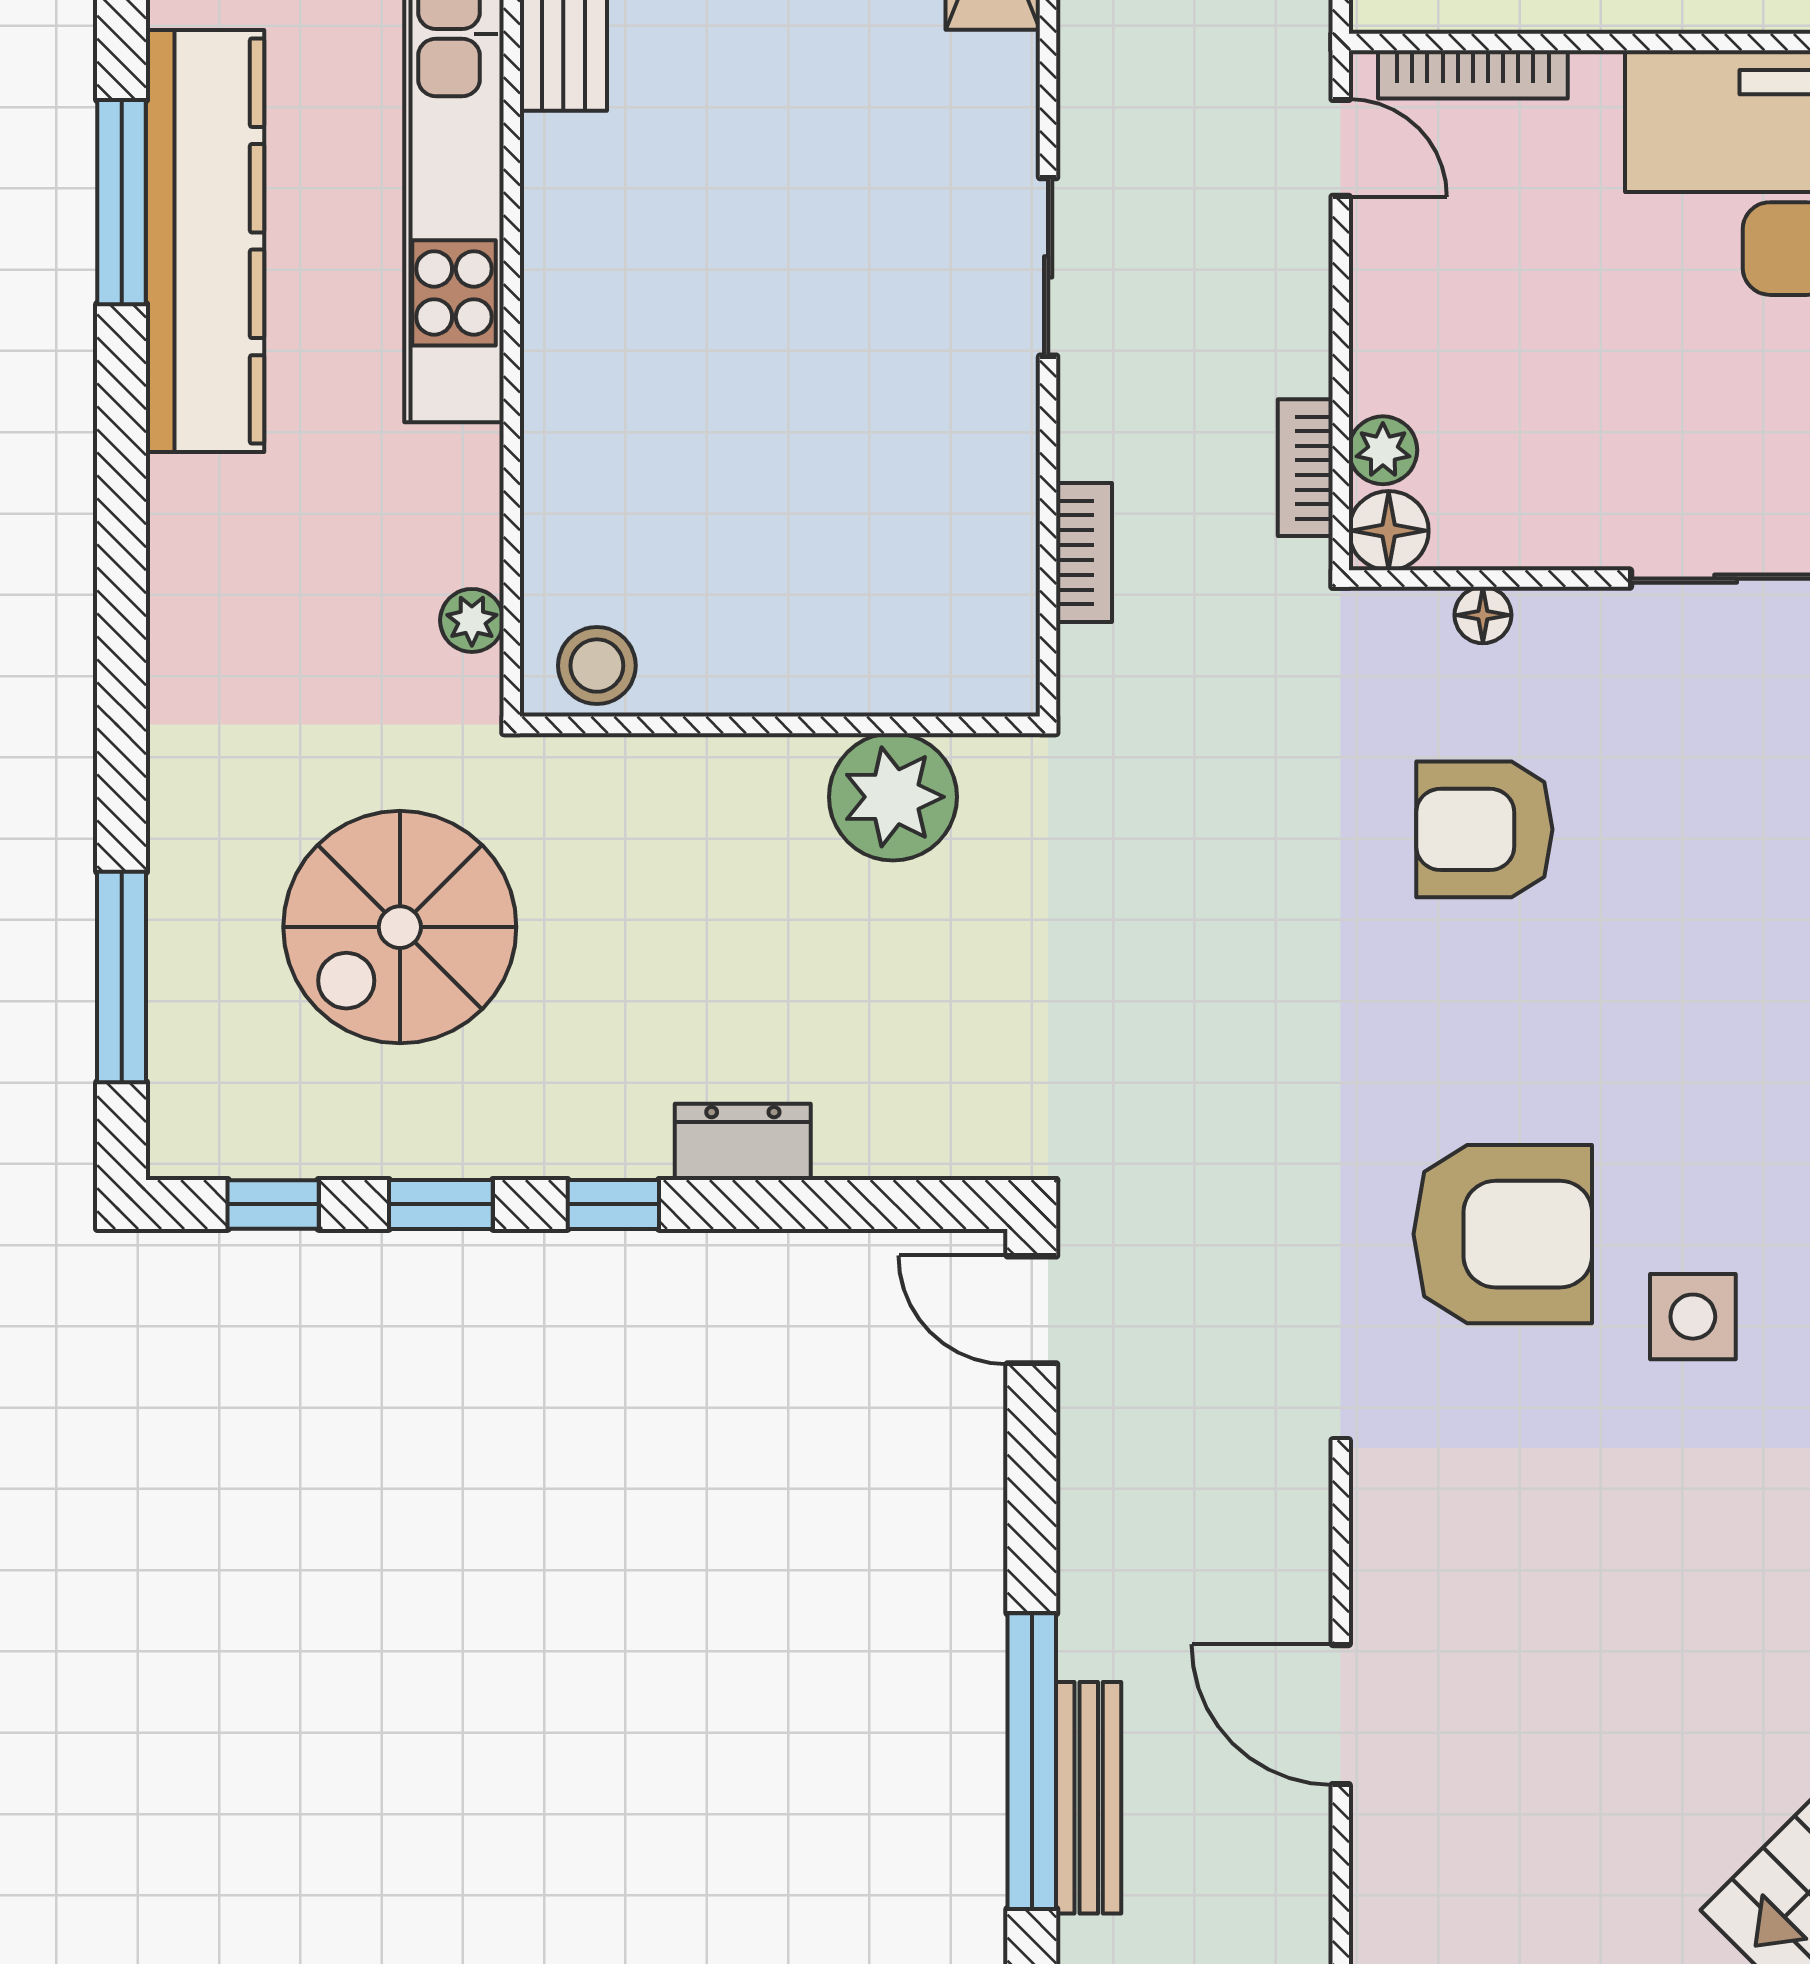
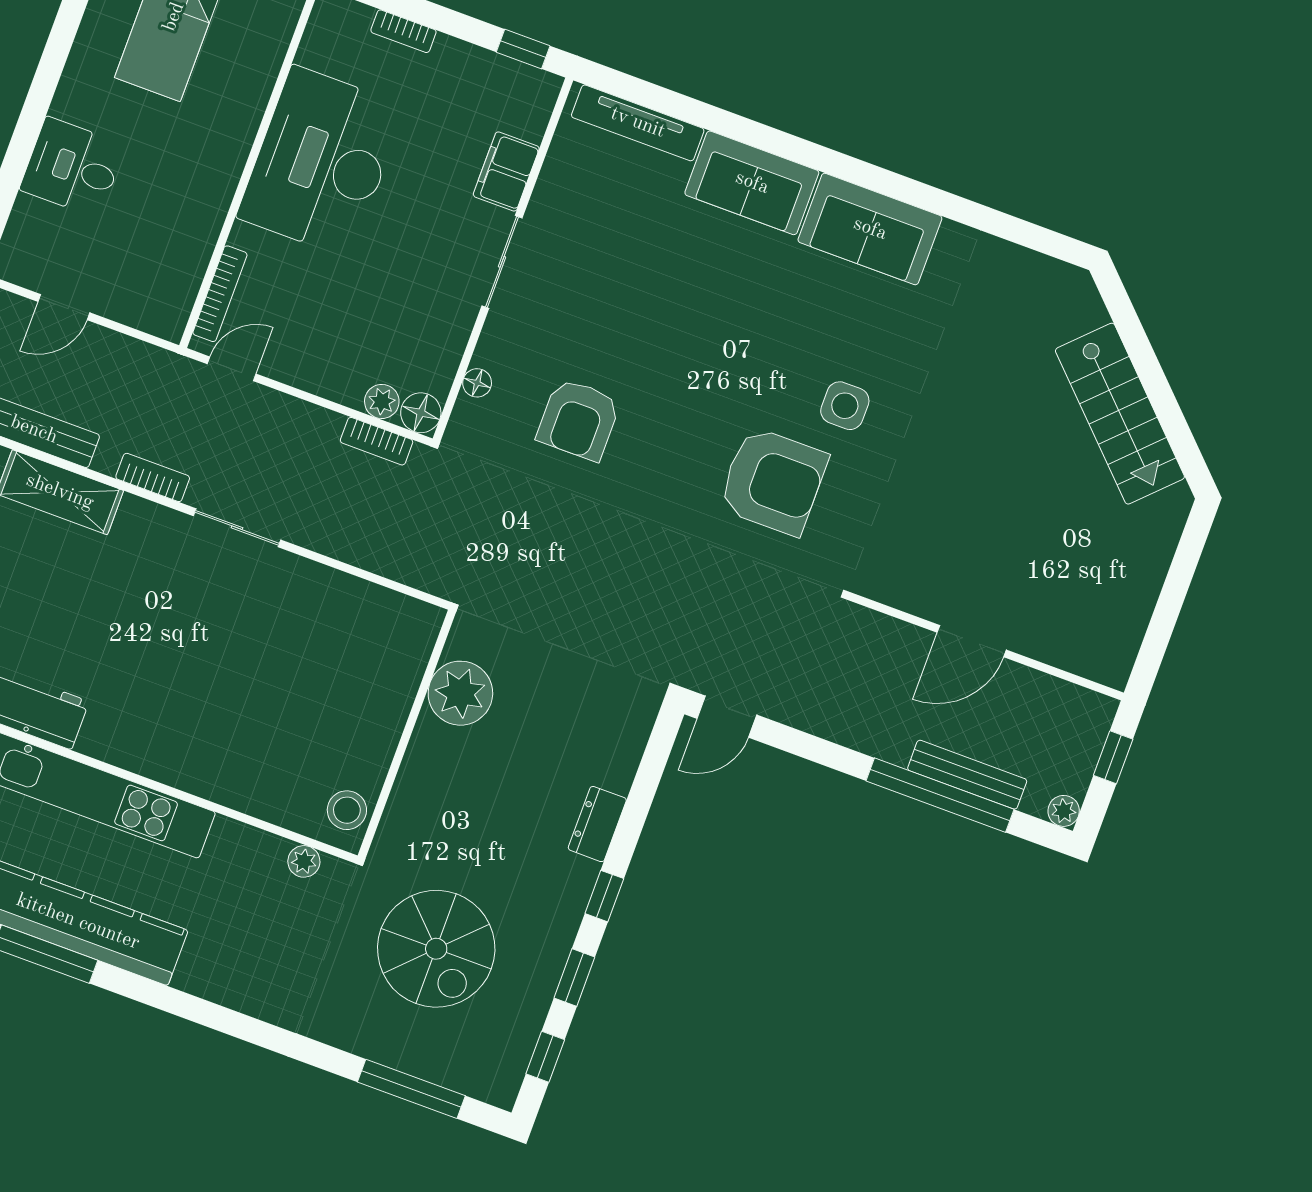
bookcase: (1084, 552) -> (153, 477), moved
armchair: (1503, 1234) -> (773, 481), turned 90

